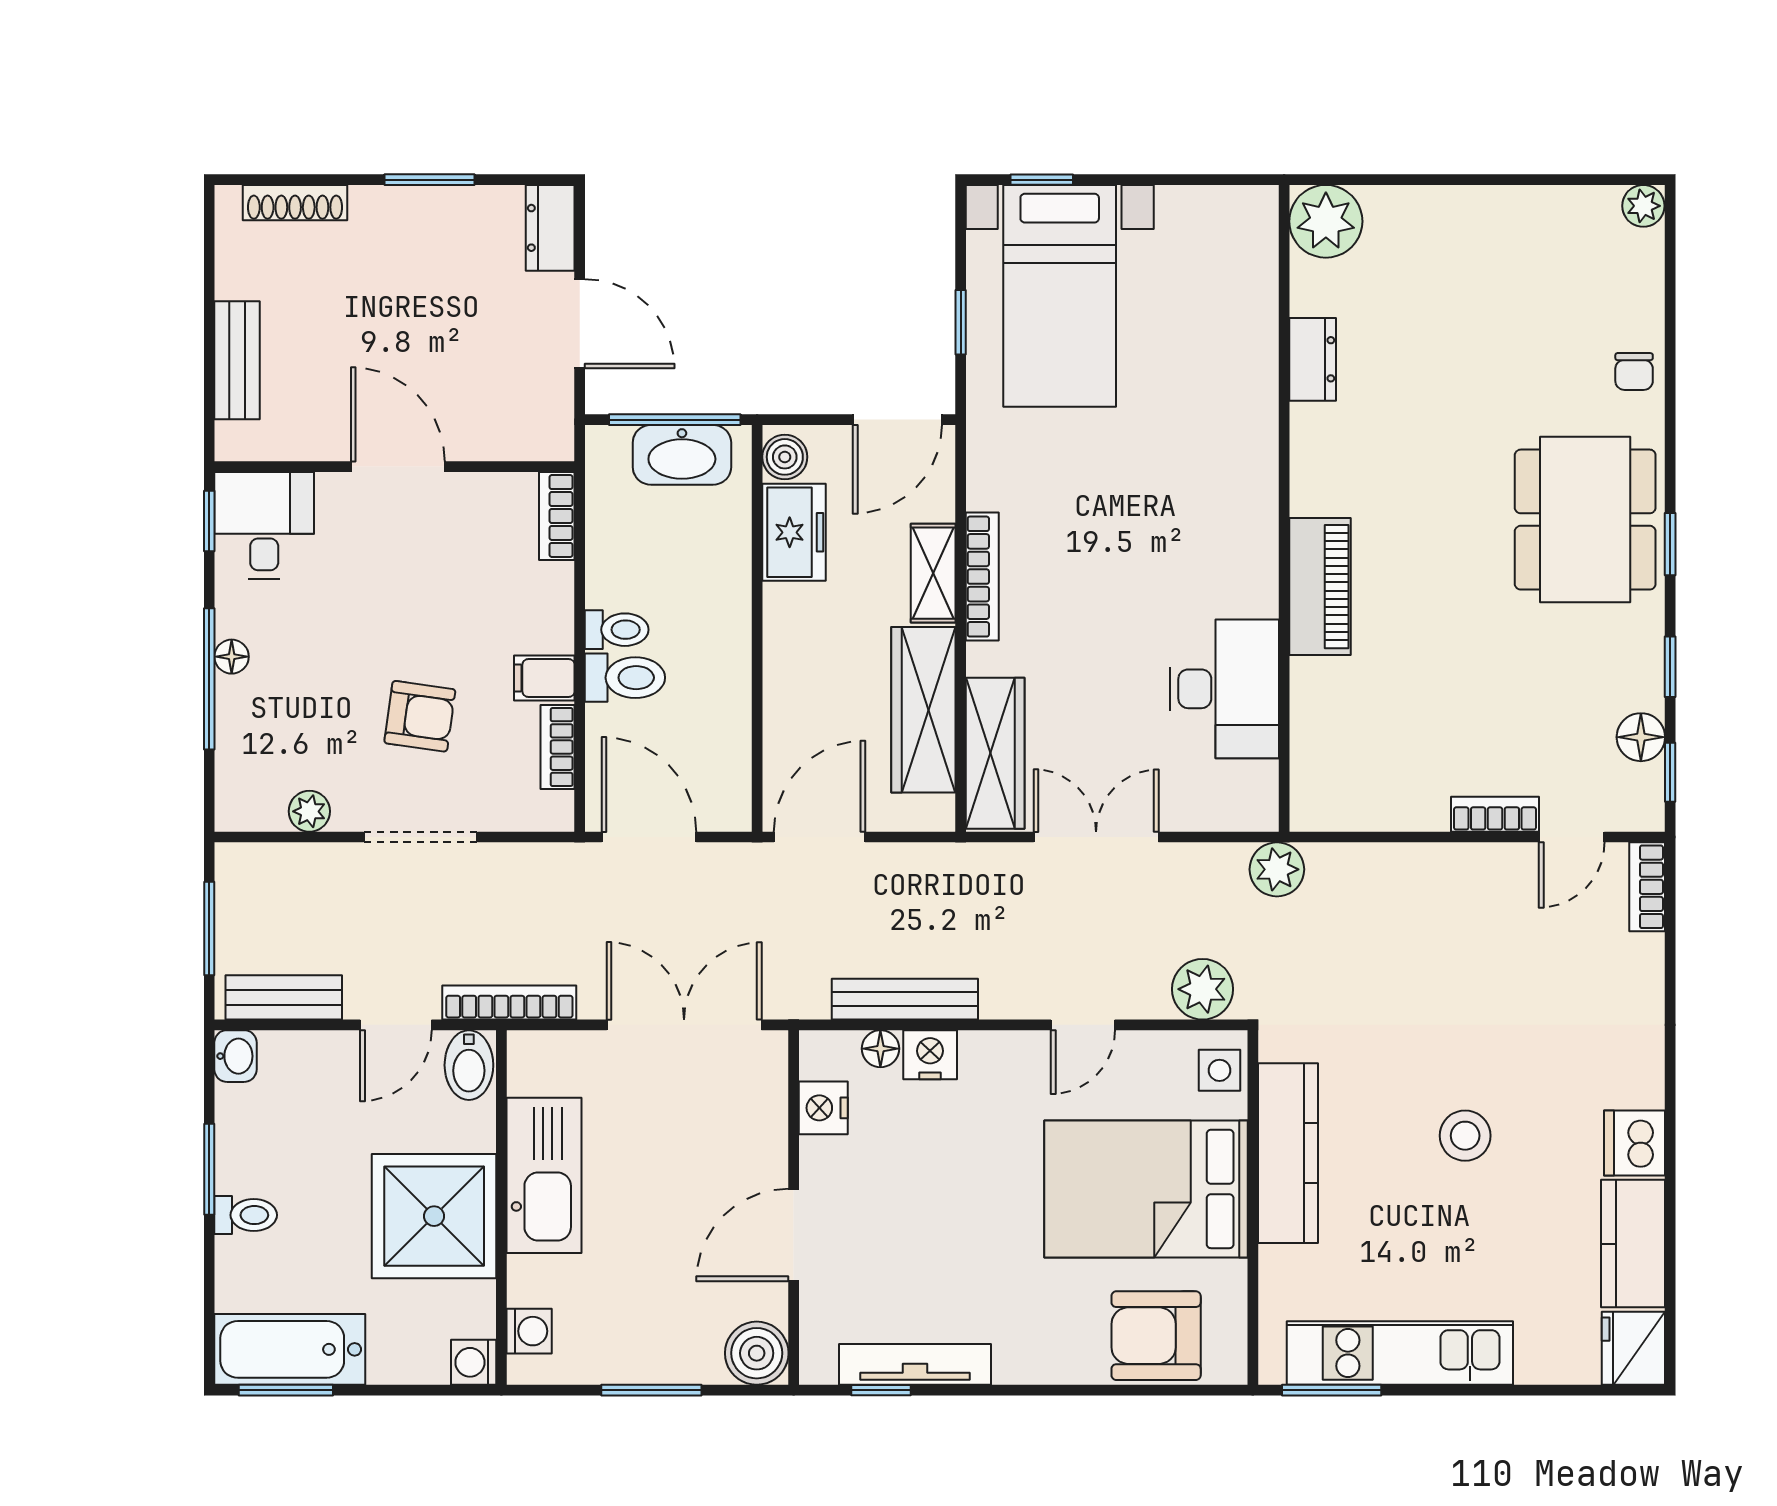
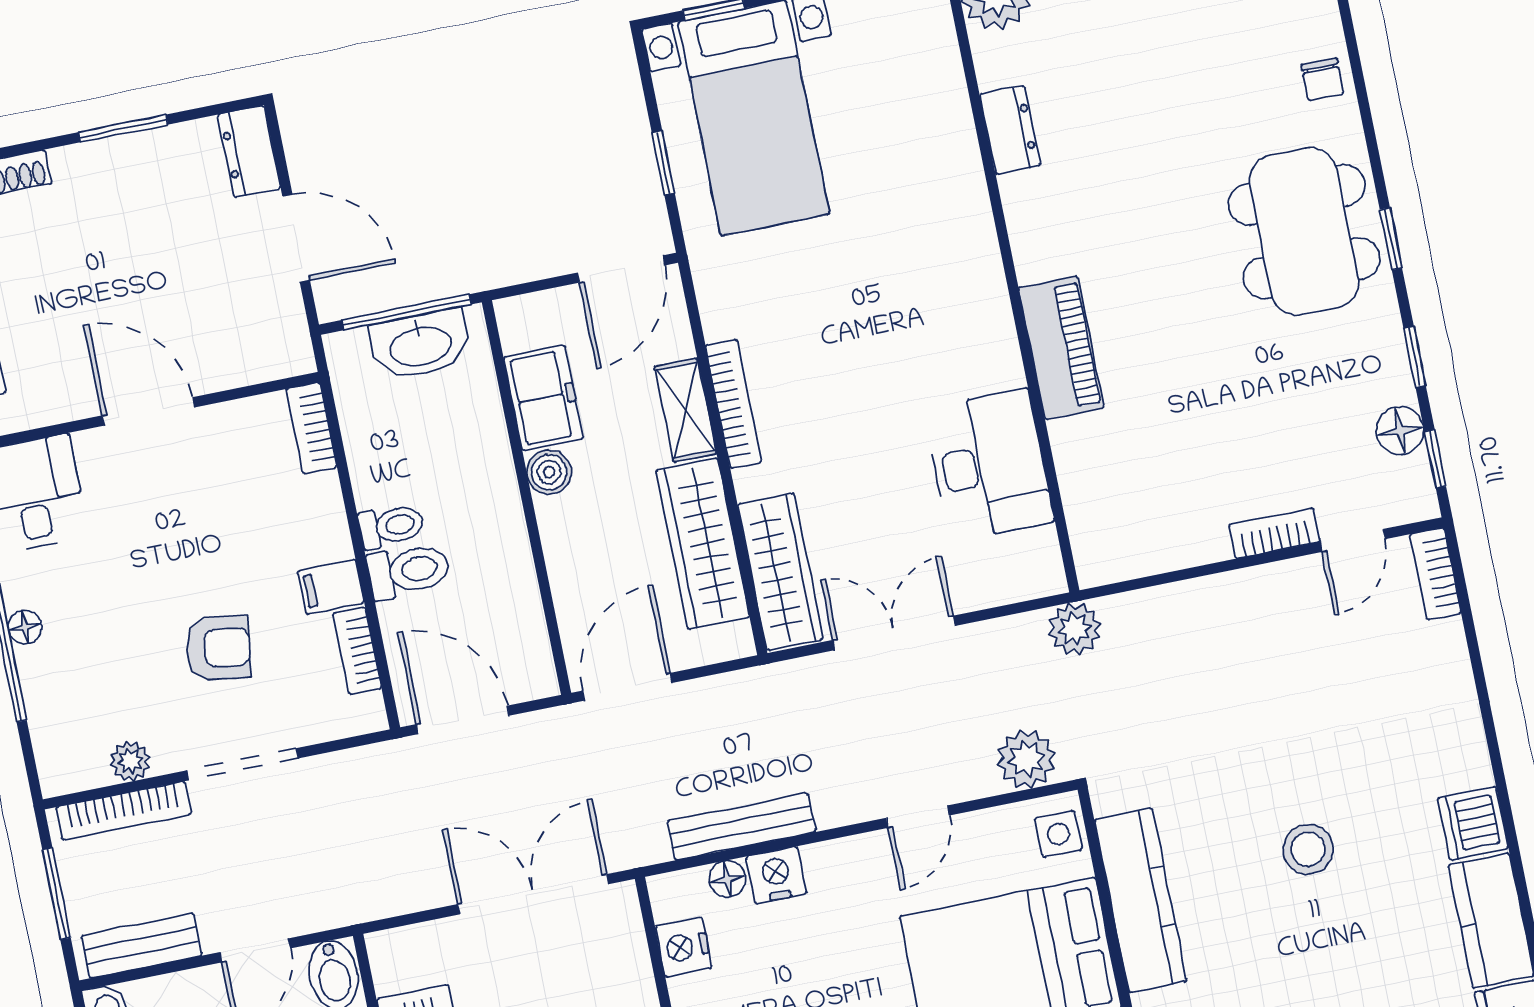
boiler: (785, 457) -> (549, 472), moved
bookcase: (509, 1003) -> (124, 811), moved, turned 180

